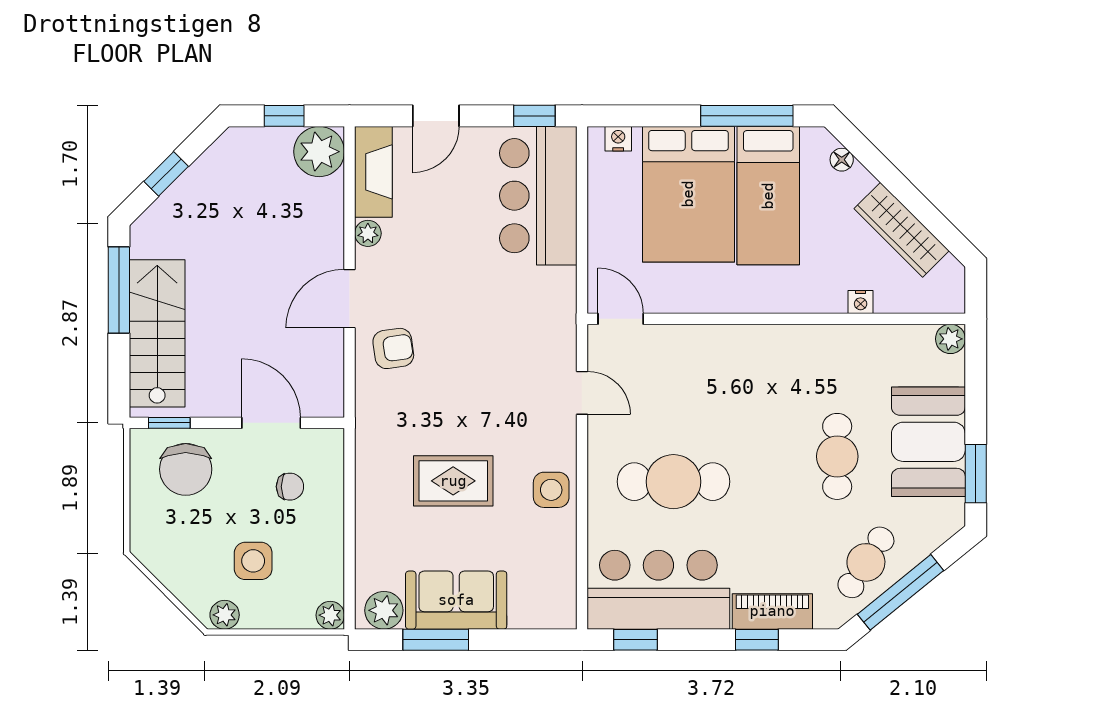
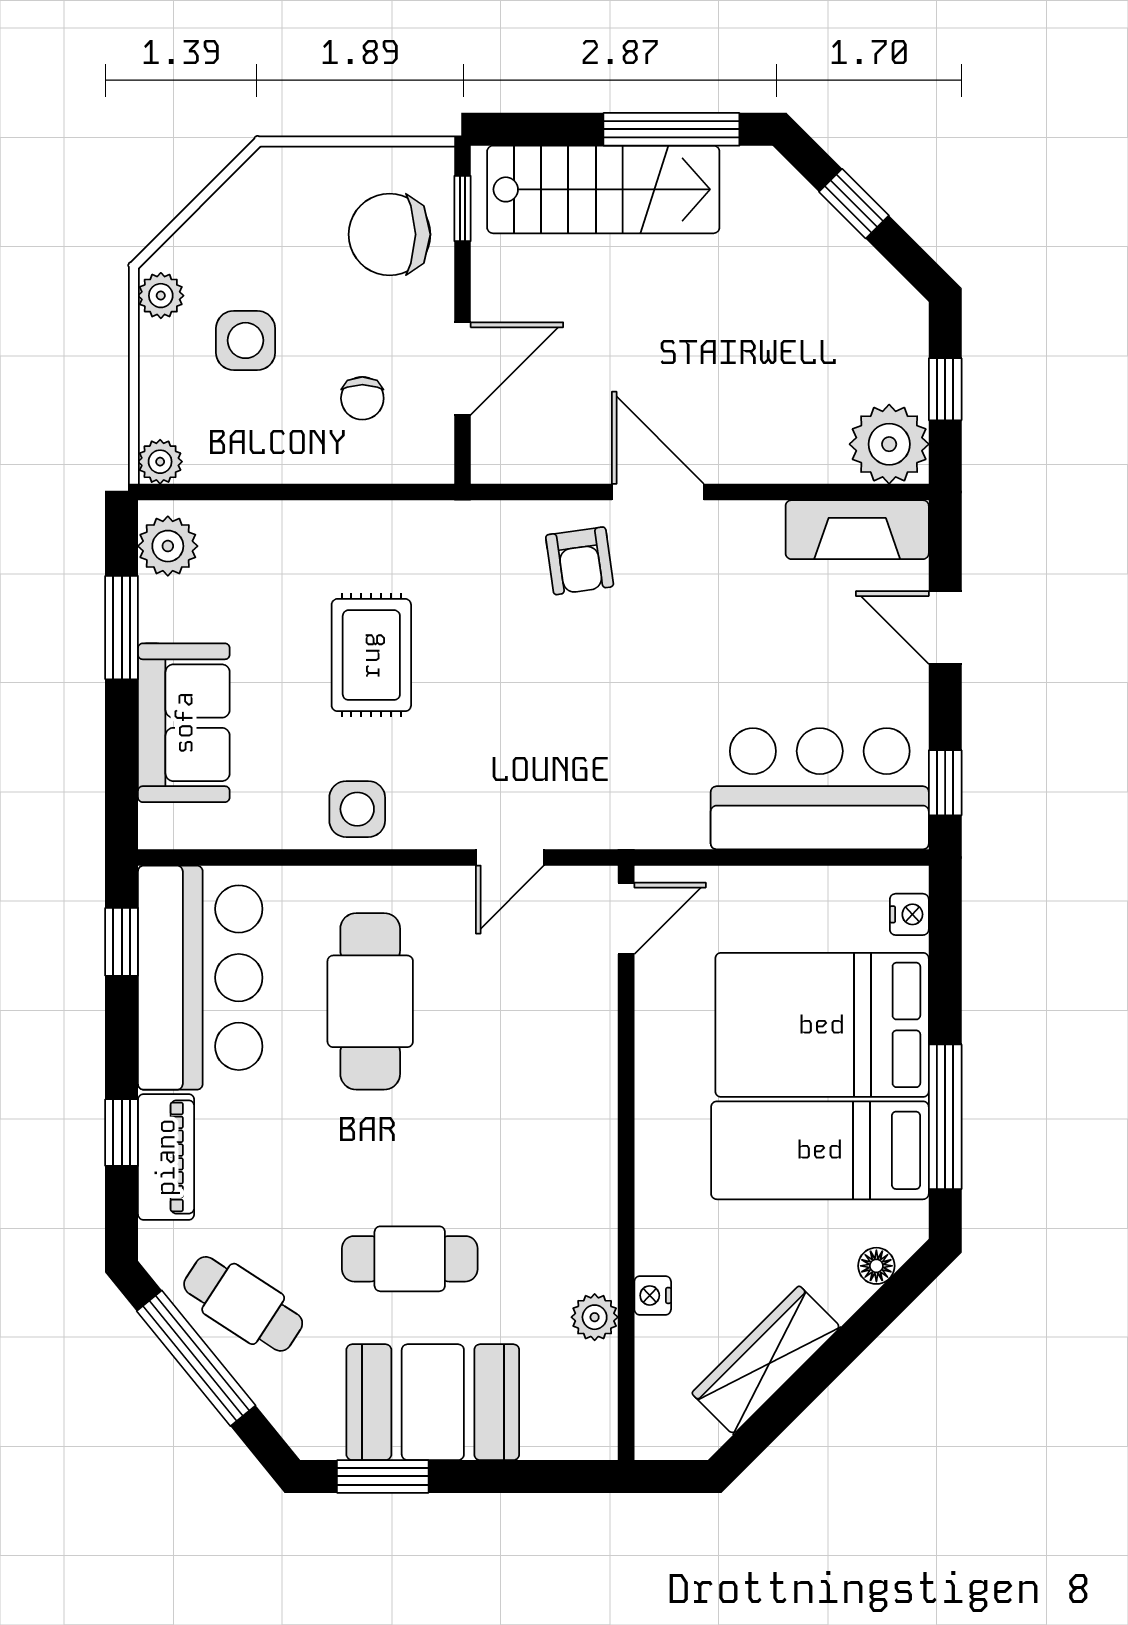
plant: (368, 233) -> (760, 521), removed
plant: (950, 339) -> (595, 1317), moved
sofa: (456, 600) -> (184, 723), moved

